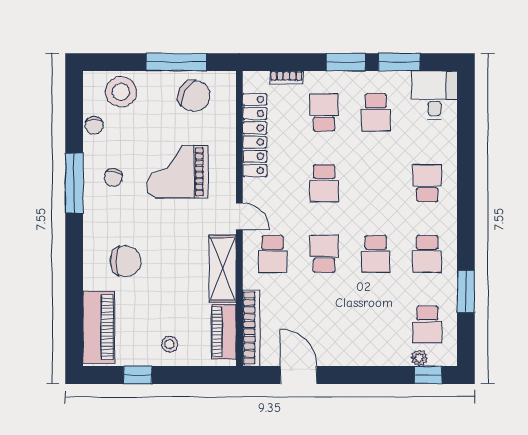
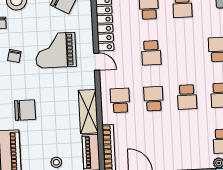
door: (239, 216) -> (97, 62), moved
school desk: (273, 254) -> (120, 100), turned 180

